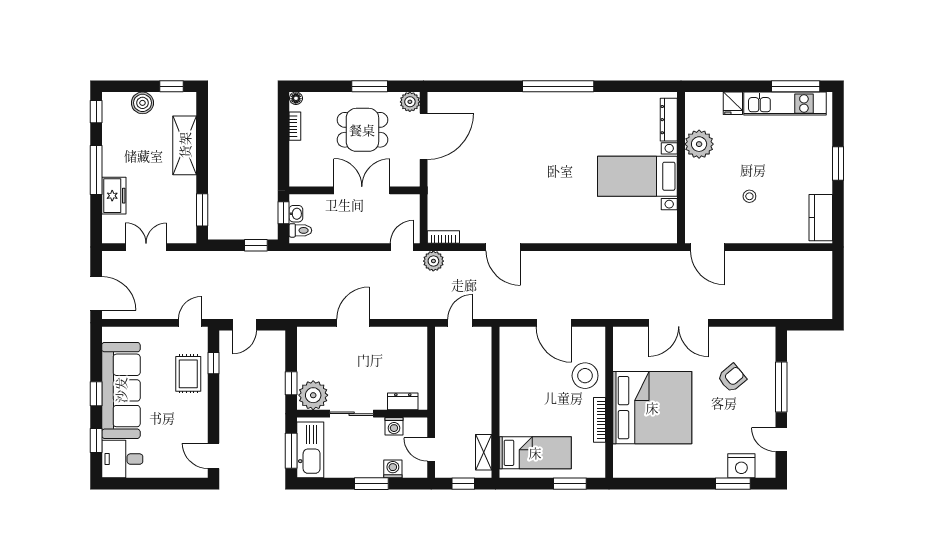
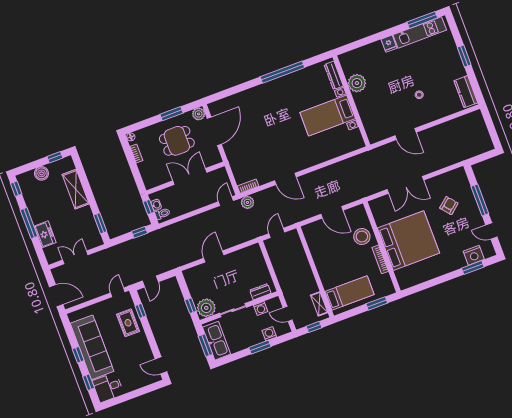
dresser: (669, 120) -> (334, 75), moved
plant: (699, 144) -> (357, 83), moved
wall: (681, 168) -> (351, 101), moved
bed with nightstands: (637, 176) -> (328, 116), moved

